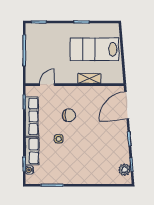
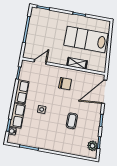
chair: (69, 115) -> (65, 84), moved
row of seats: (32, 116) -> (22, 92), width x0.68
coffee table: (96, 145) -> (72, 121), added

